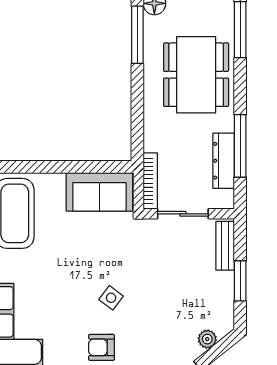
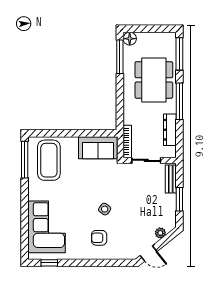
window: (240, 146) -> (179, 101), moved

